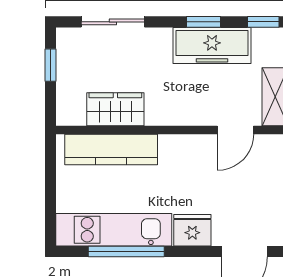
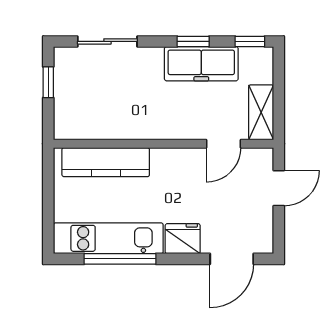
wardrobe: (115, 109) -> (110, 124), removed

